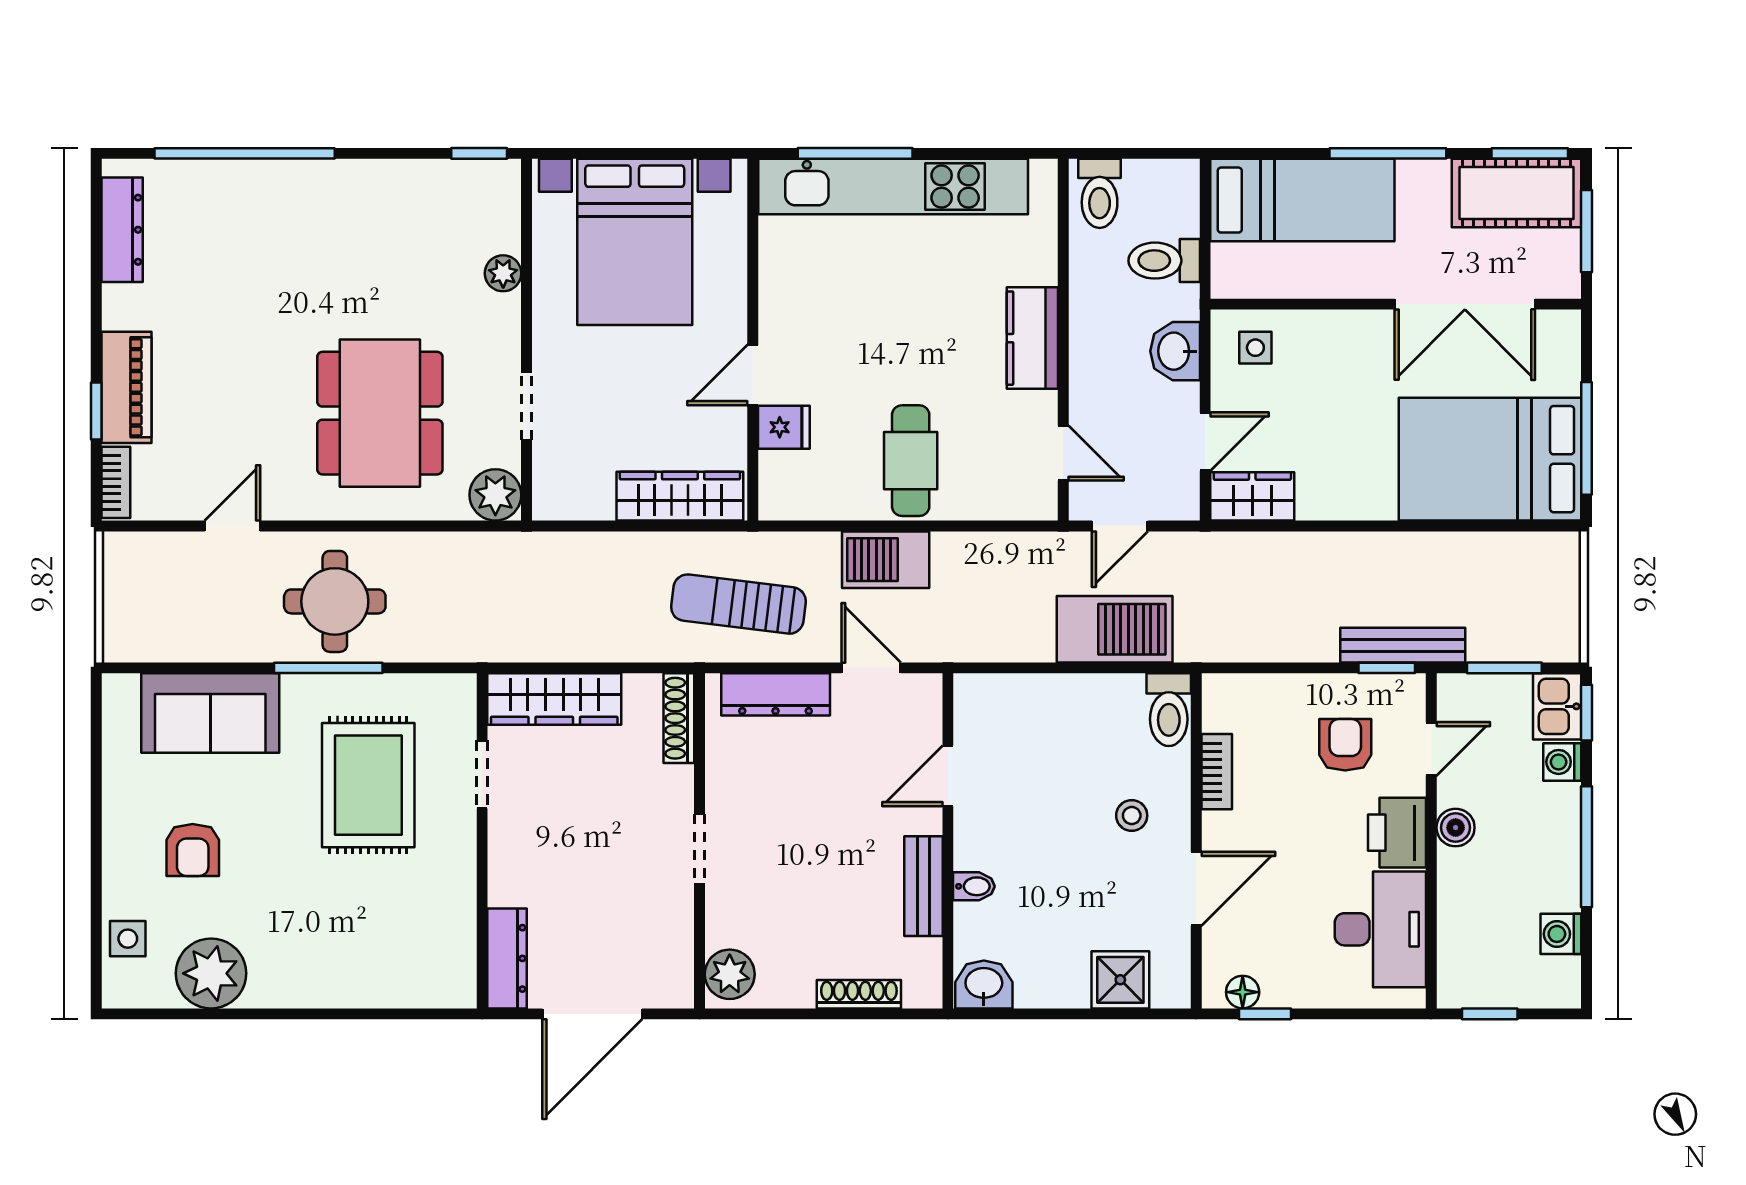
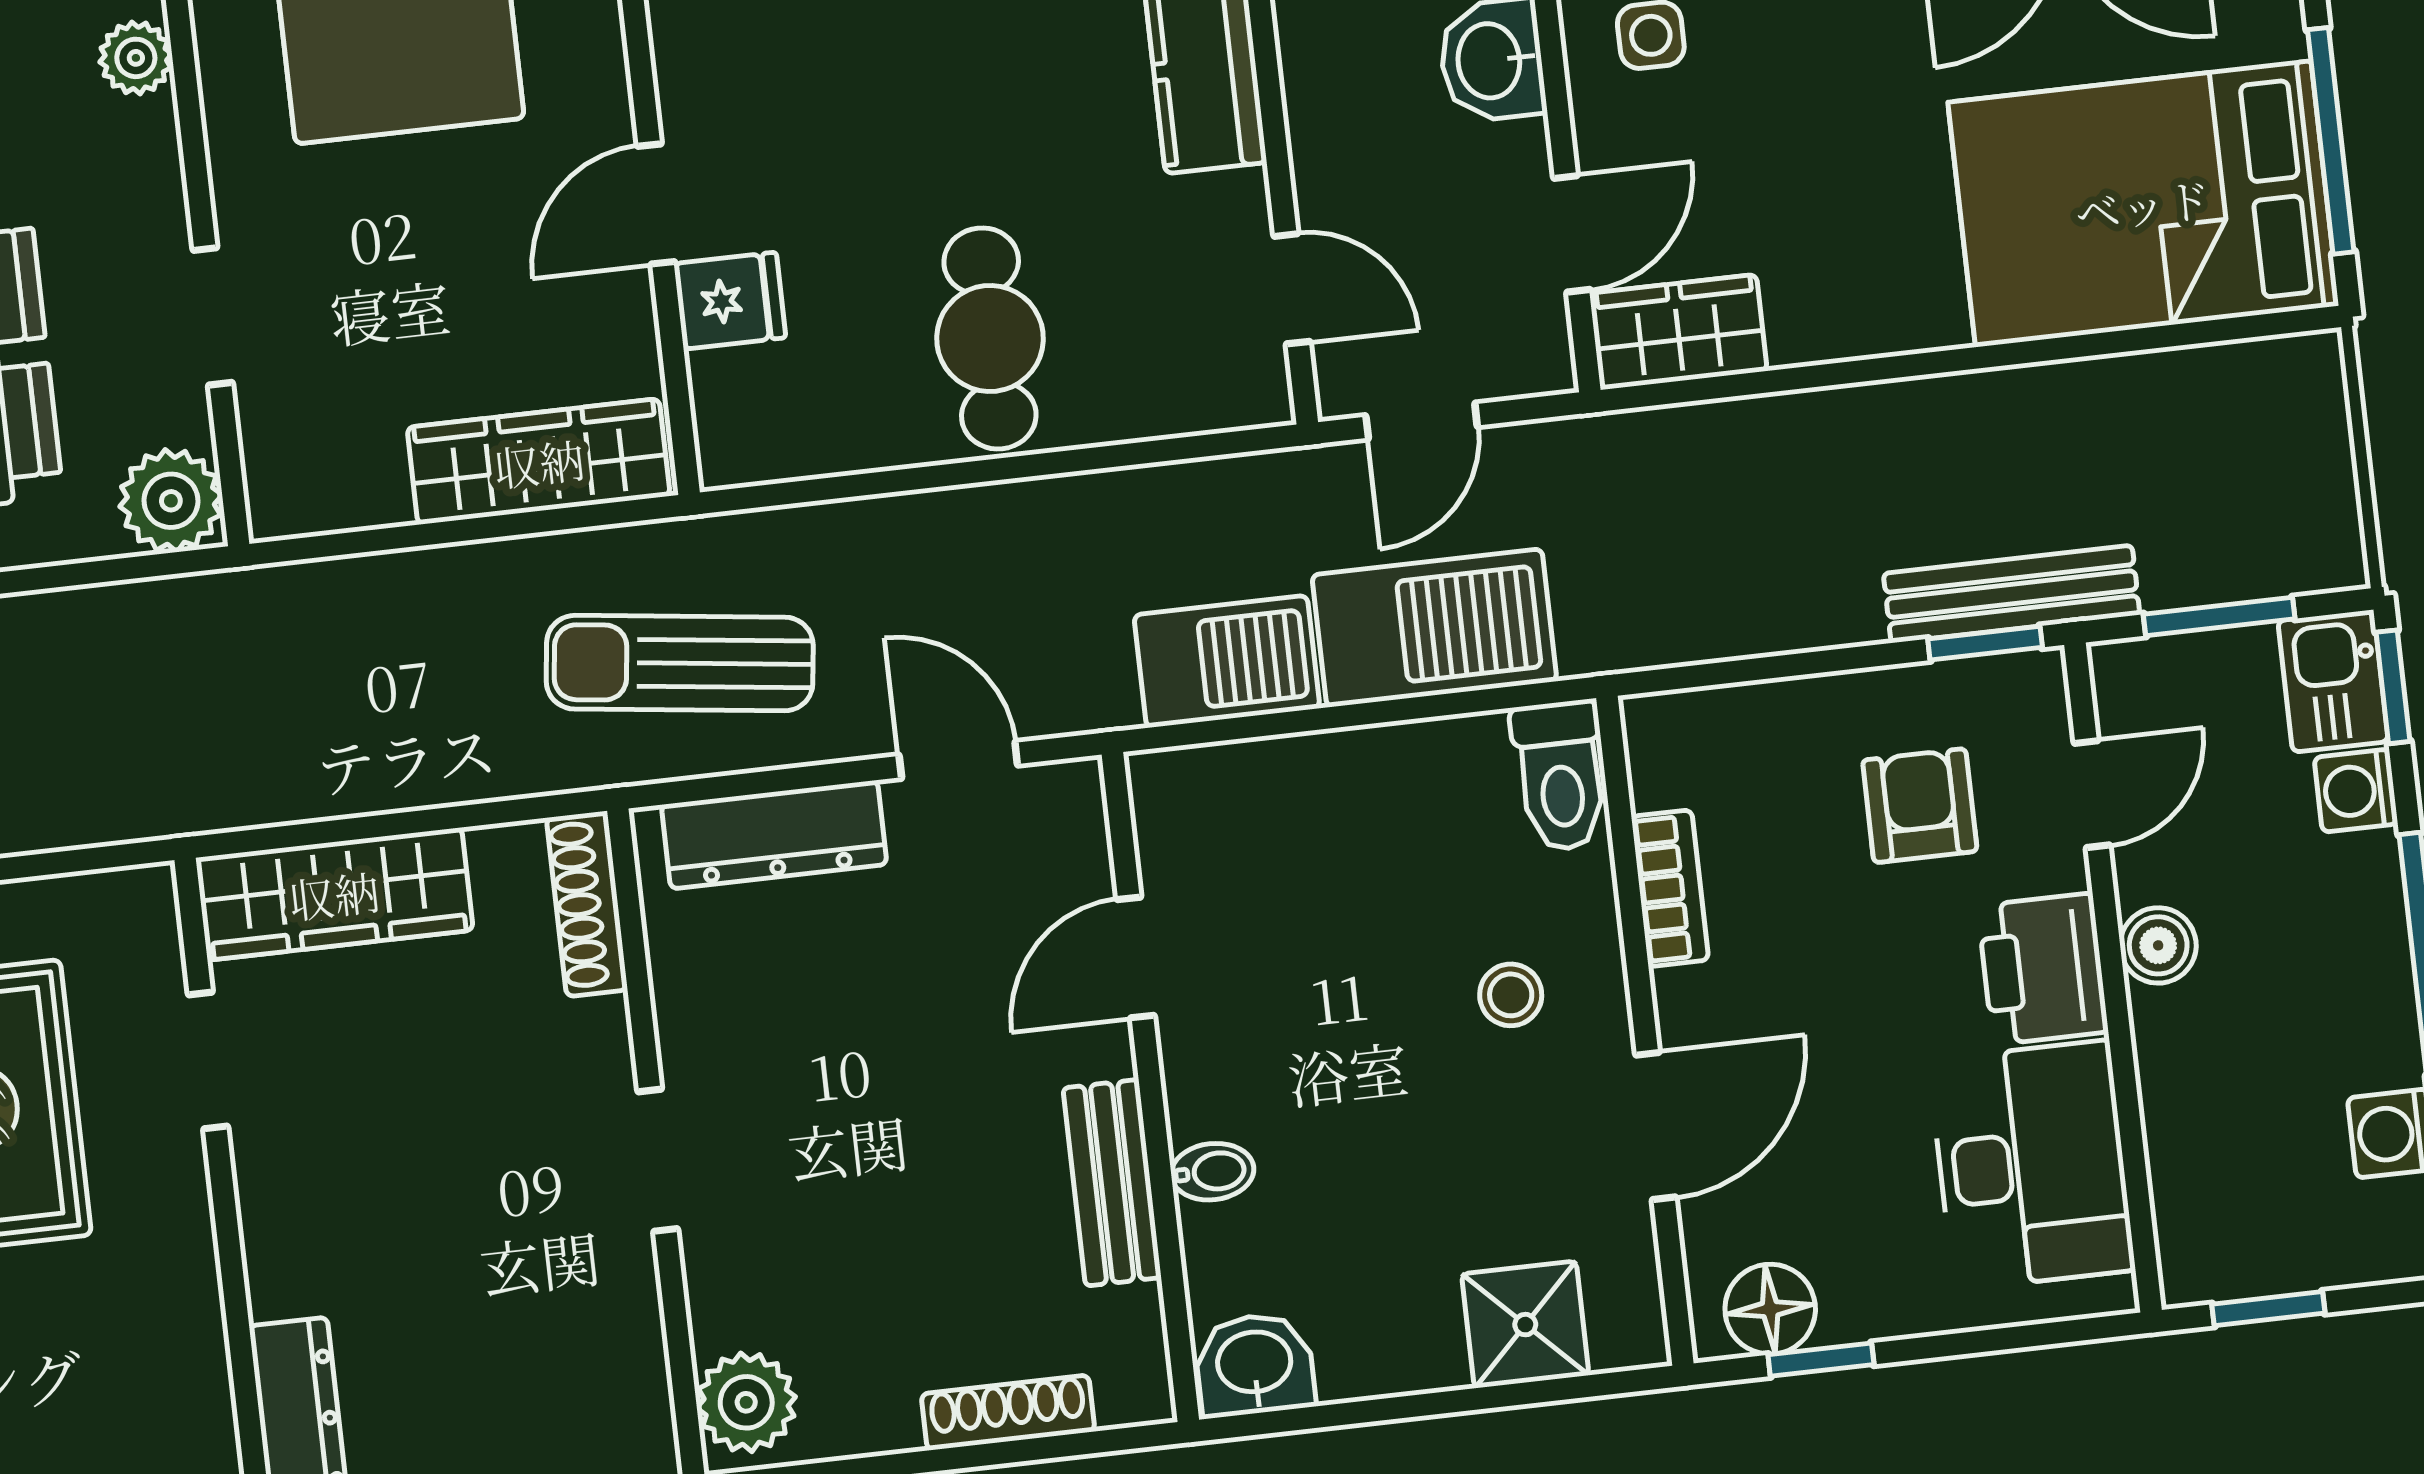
barbecue: (886, 560) -> (1227, 661), moved, turned 180
floor lamp: (1243, 992) -> (1770, 1309), width x1.37, depth x1.37

